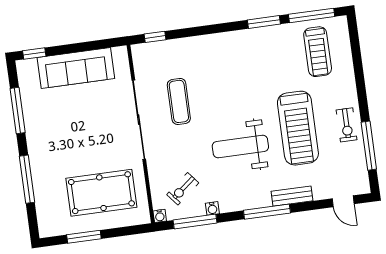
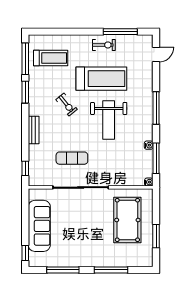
exercise bike: (183, 189) -> (66, 104), moved
bench: (292, 196) -> (34, 130), moved

